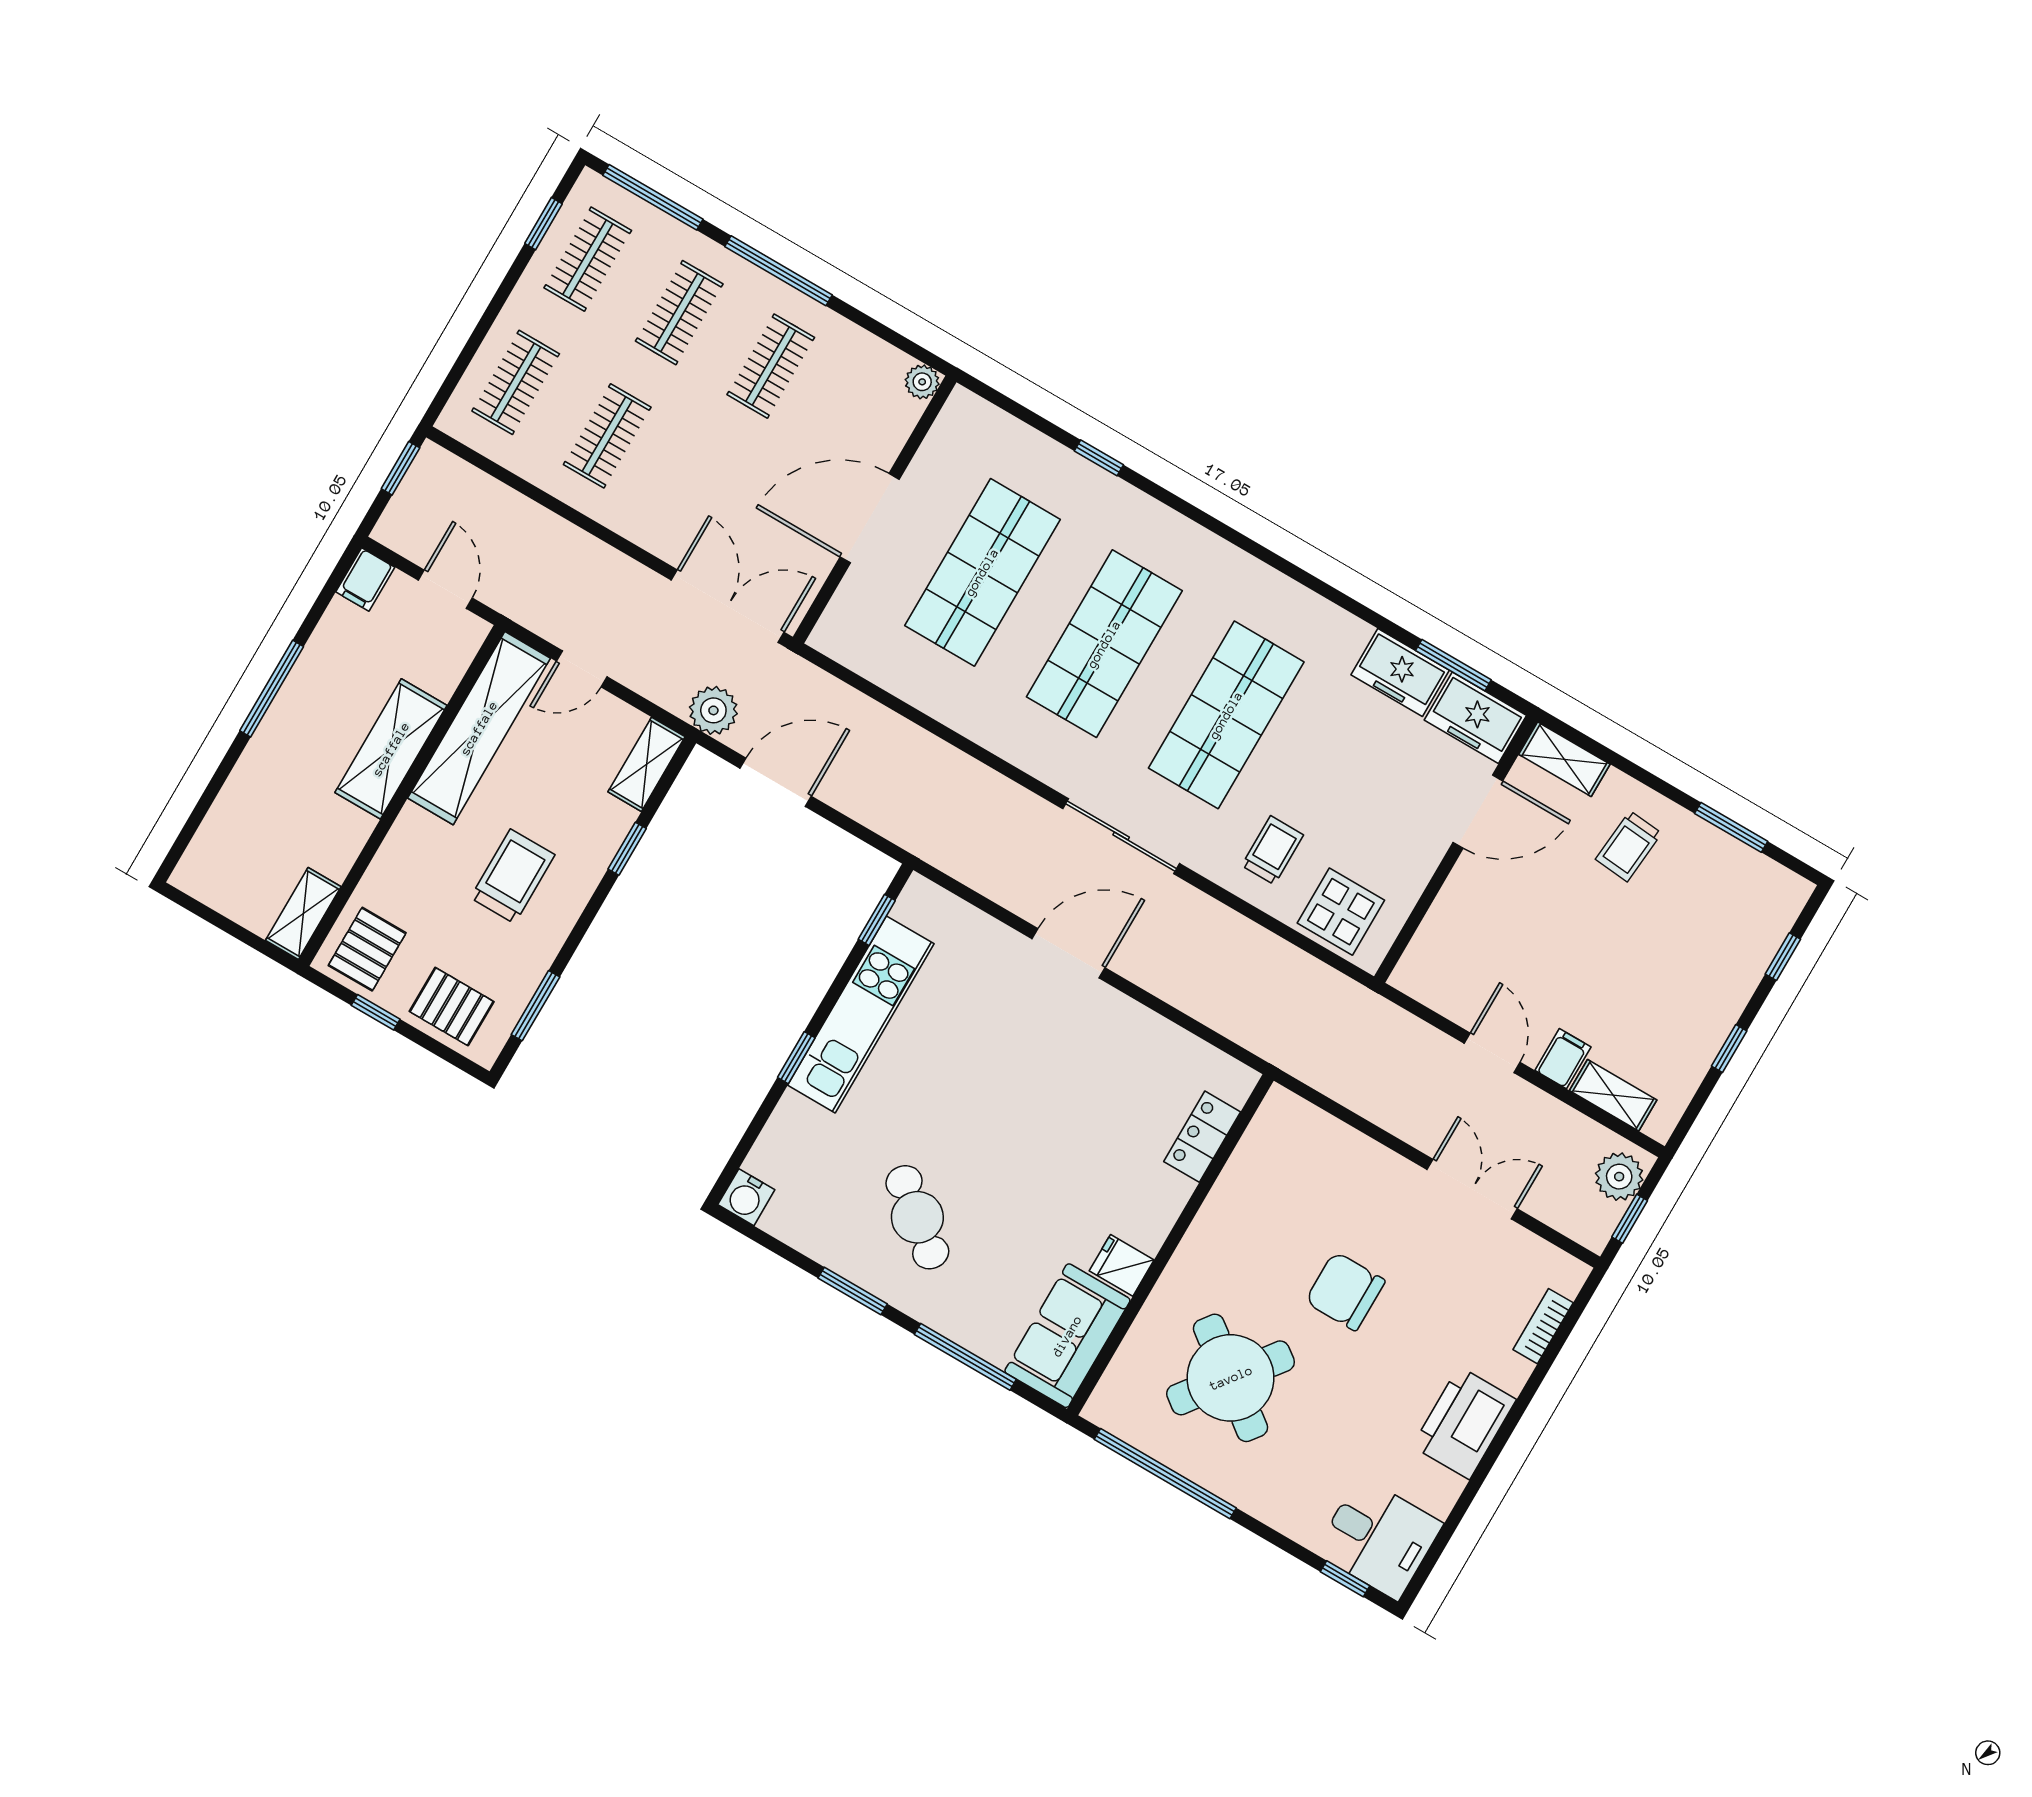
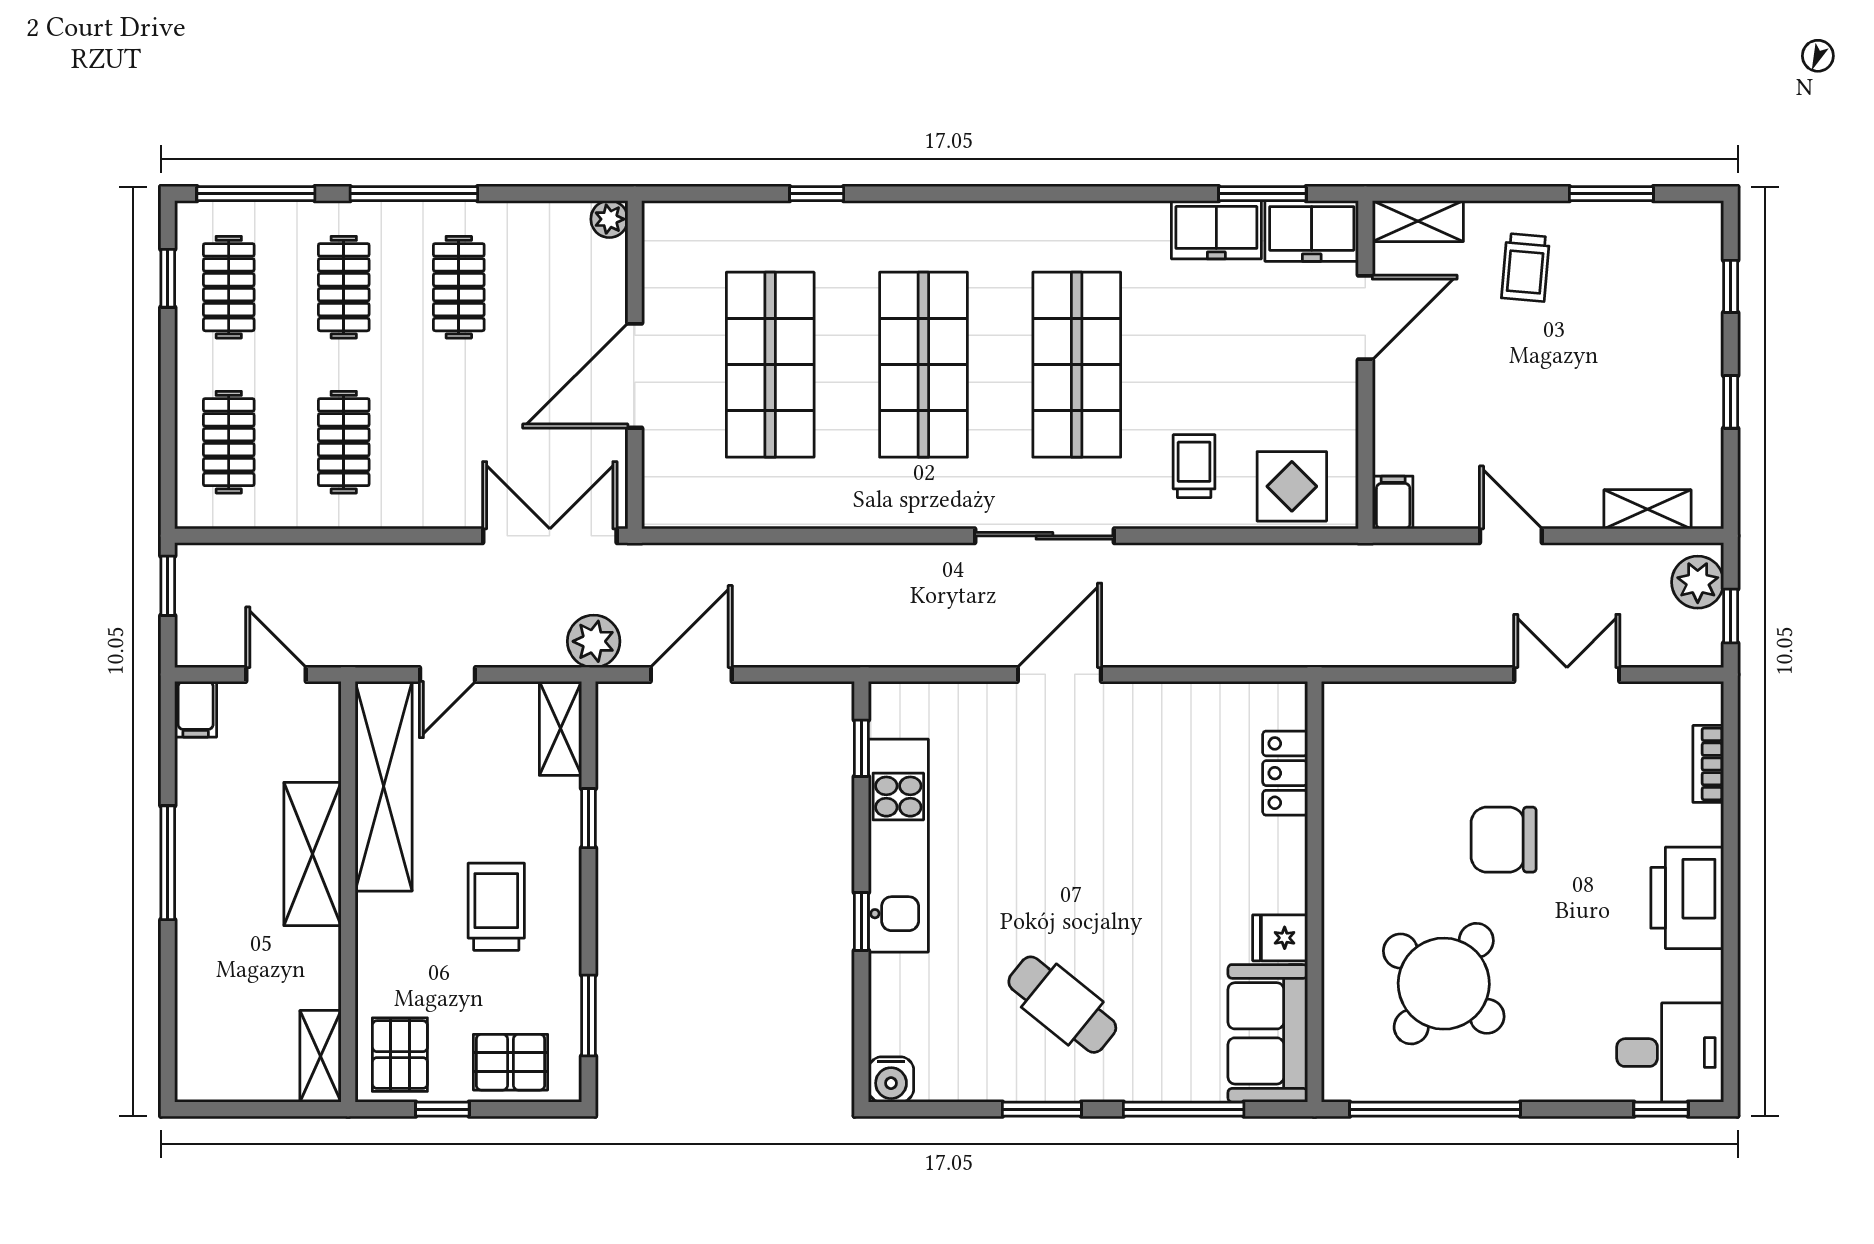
filing cabinet: (1563, 1059) -> (1393, 502), moved

